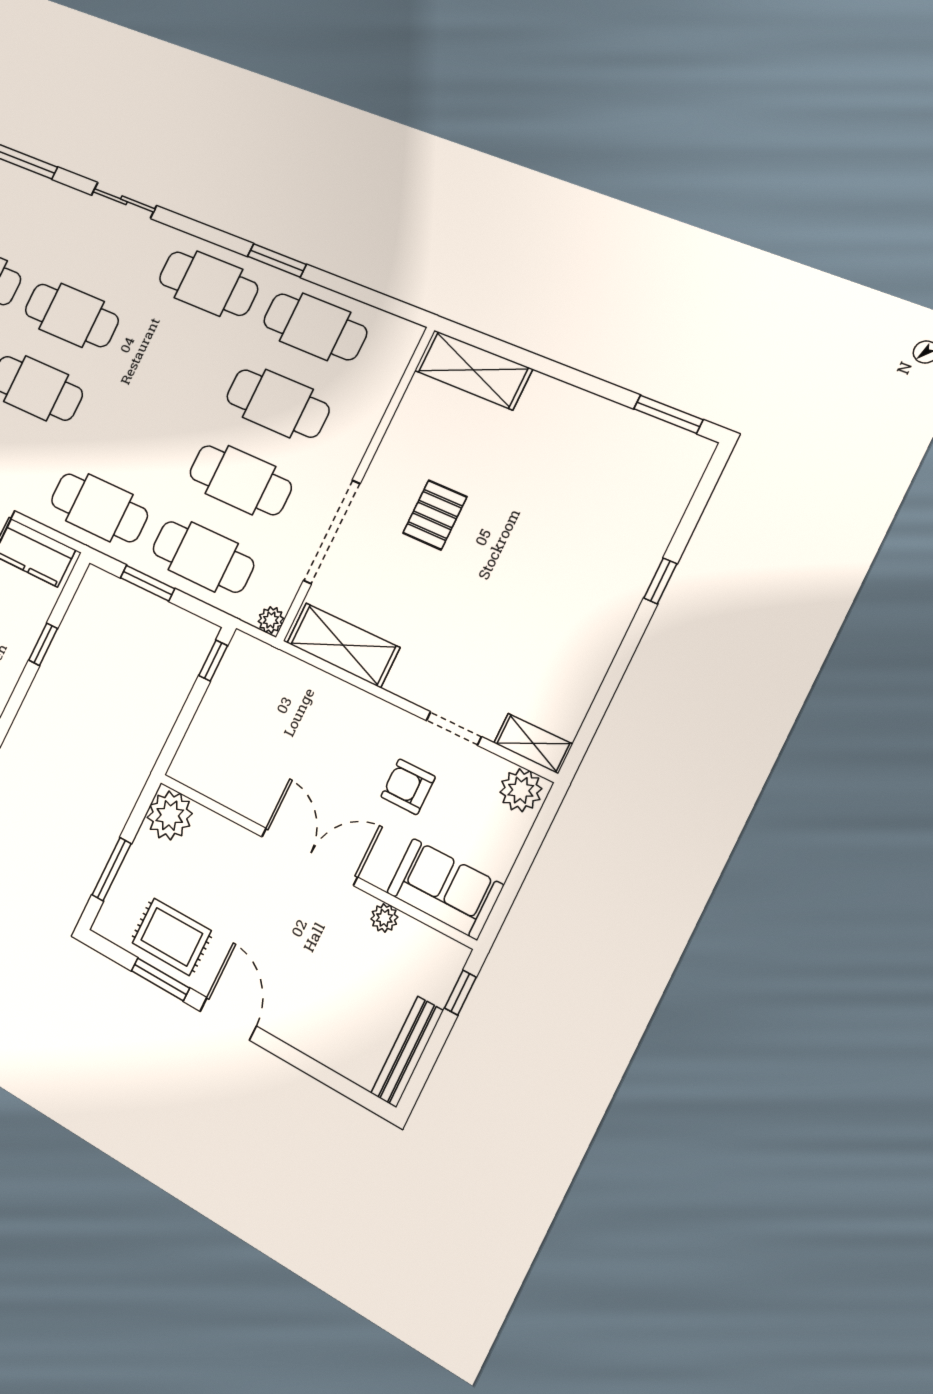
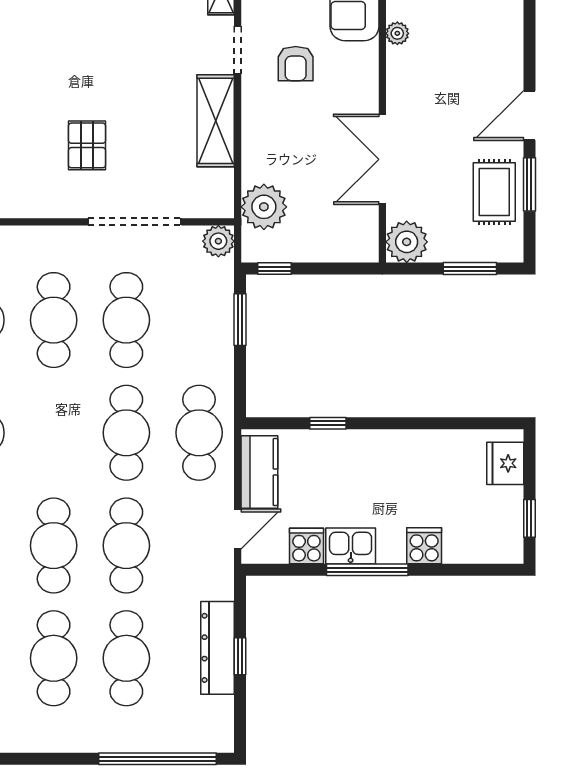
pallet: (435, 515) -> (87, 145), turned 90
cafe table: (203, 557) -> (126, 433), moved
window: (148, 583) -> (240, 320), moved
plant: (271, 620) -> (218, 241), width x1.38, depth x1.38
shelving: (343, 645) -> (216, 121), moved
plant: (279, 679) -> (264, 207), added
double door: (309, 857) -> (382, 159), moved

